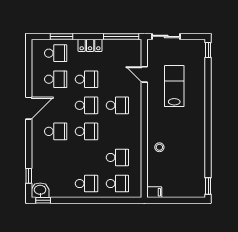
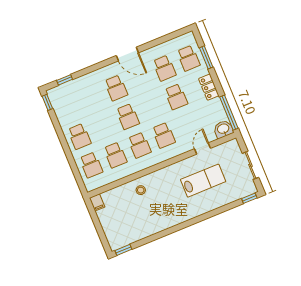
sliding door: (166, 36) -> (251, 165), moved
school desk: (86, 105) -> (139, 145), moved
washbasin: (40, 190) -> (223, 129), moved, turned -90

